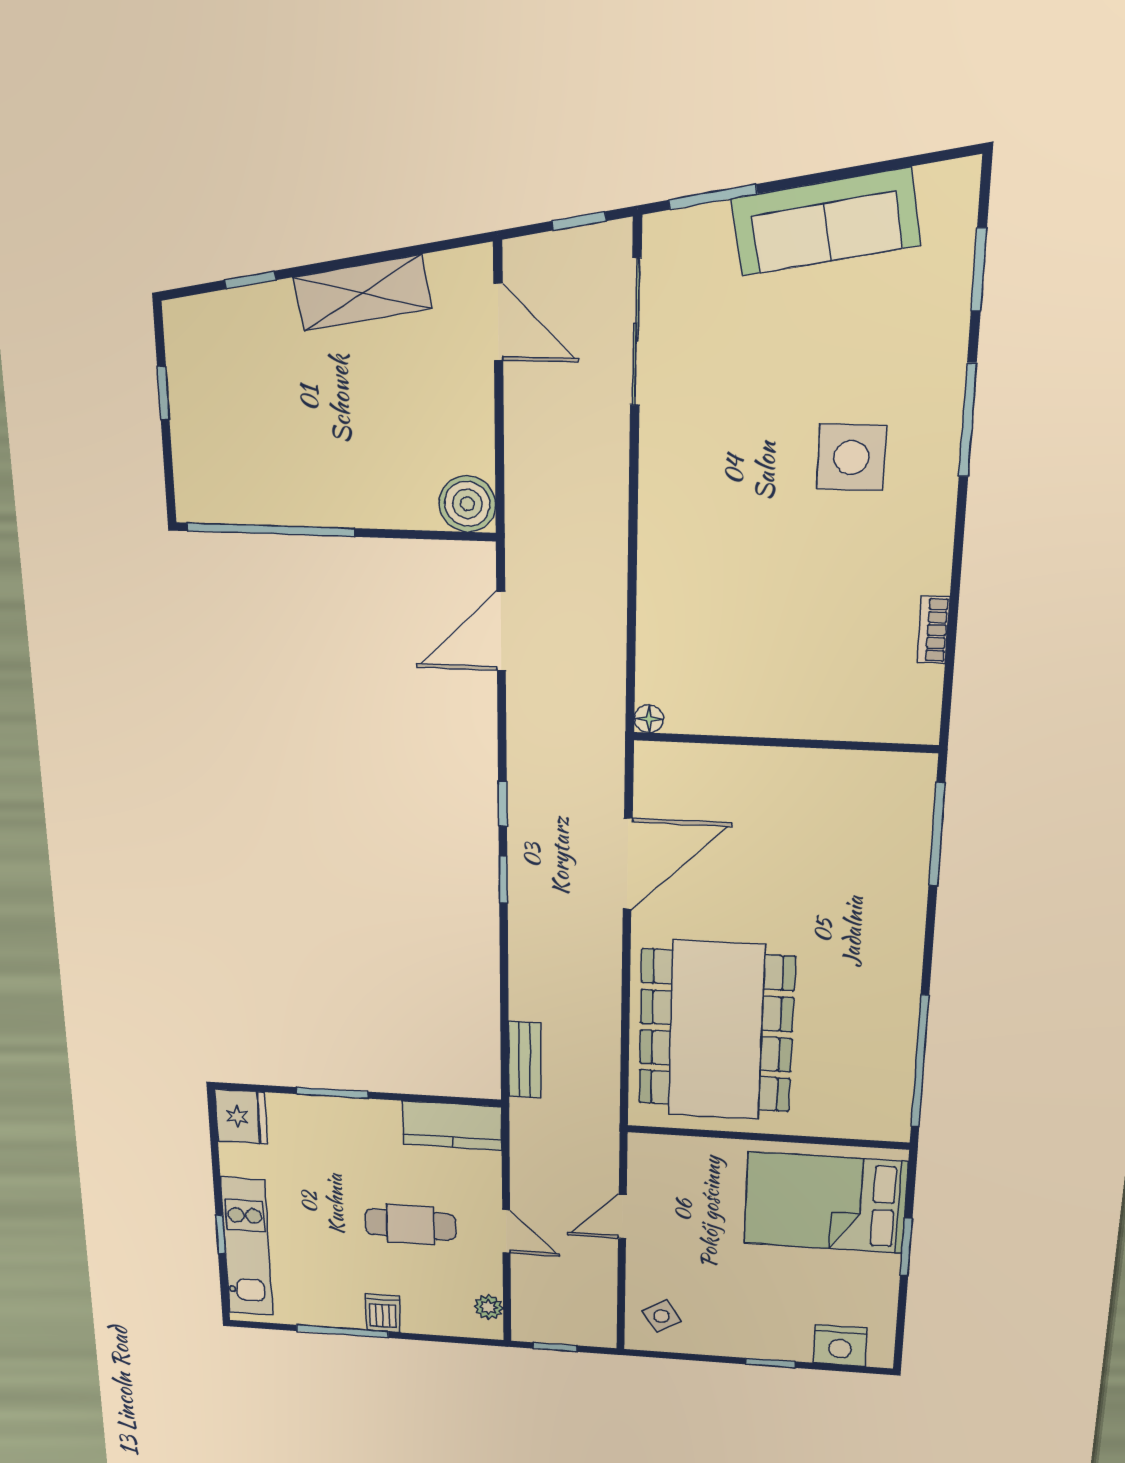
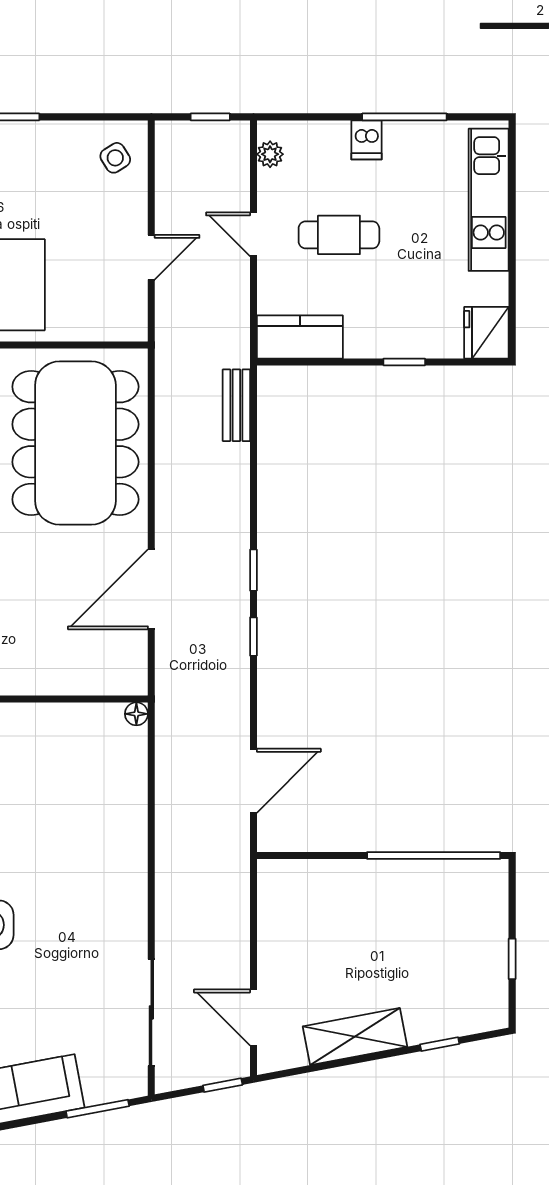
window: (579, 221) -> (223, 1085), moved
boiler: (467, 504) -> (279, 881), removed
window: (332, 1093) -> (404, 362), width x0.67
window: (221, 1234) -> (512, 211), removed

